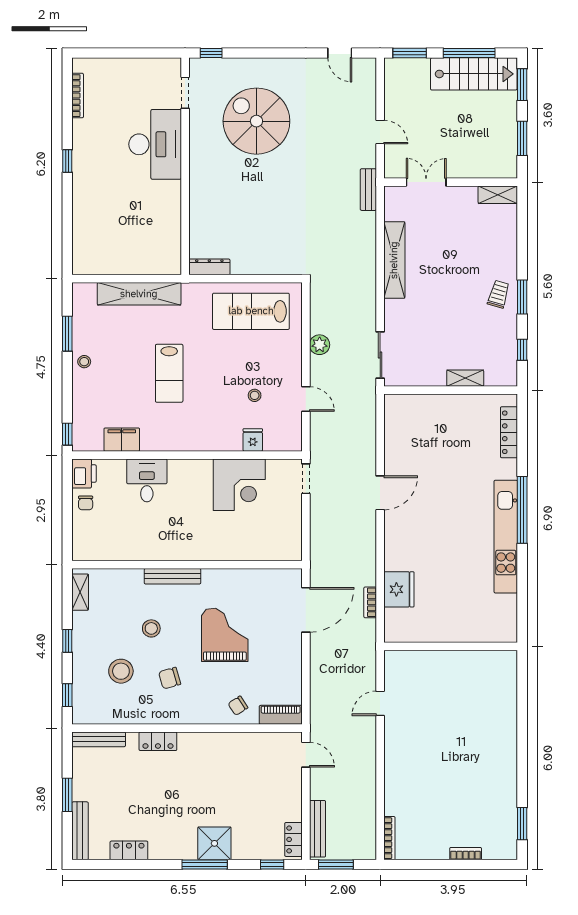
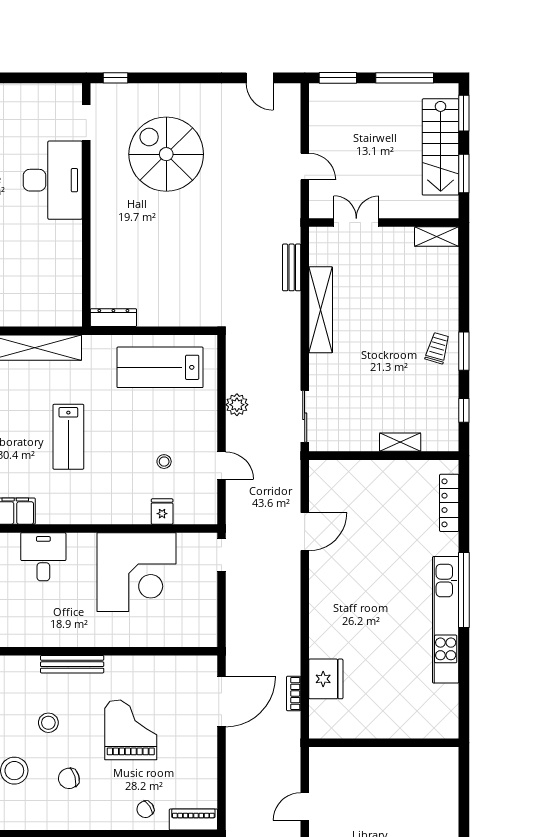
stairs: (474, 74) -> (441, 147), moved, turned 90
bench: (368, 190) -> (292, 267), moved
corner desk: (239, 485) -> (136, 572), width x1.36, depth x1.36
door: (380, 493) -> (305, 532), moved

